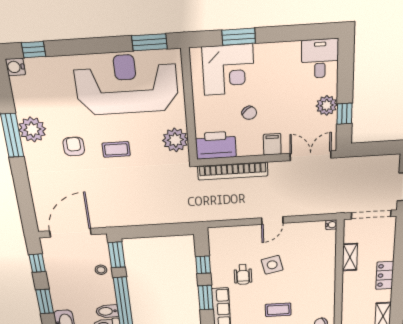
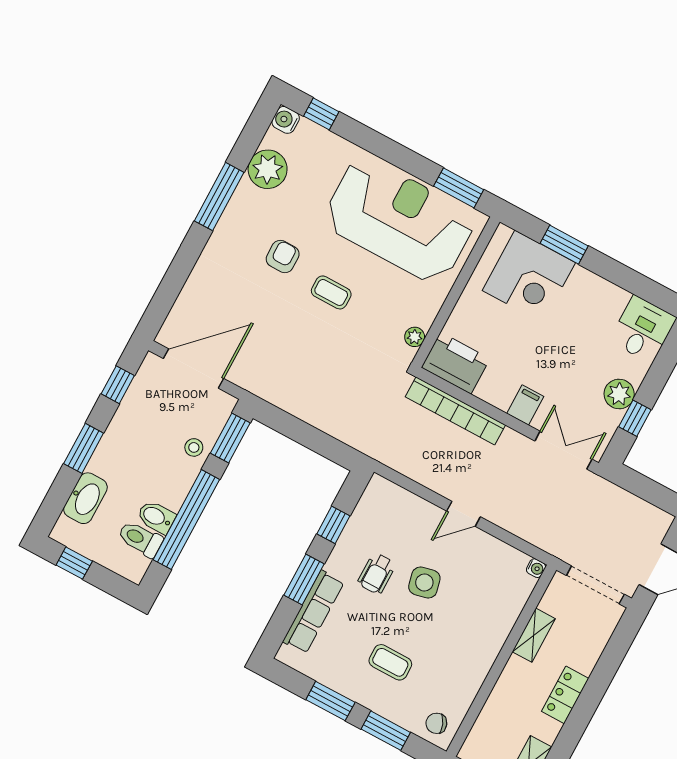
chair: (249, 113) -> (521, 346), removed
plant: (32, 129) -> (268, 169), moved
plant: (175, 140) -> (415, 337), width x0.53, depth x0.53

